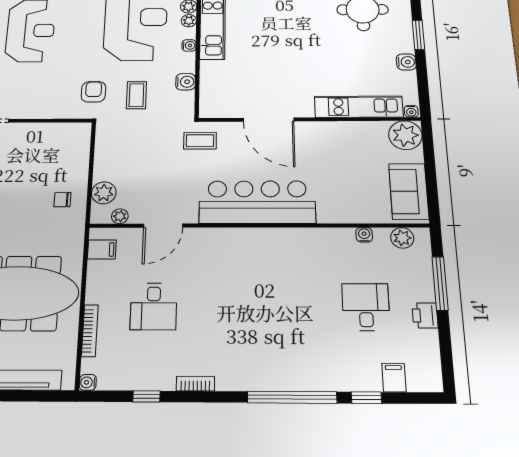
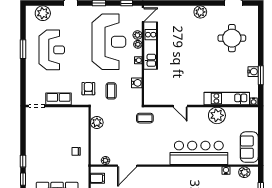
window: (419, 35) -> (261, 75), moved
row of seats: (36, 109) -> (58, 99), added
door: (269, 120) -> (180, 106), width x0.53
plant: (405, 135) -> (217, 115), moved
plant: (104, 193) -> (97, 122), moved
bar counter: (257, 202) -> (199, 153), moved

